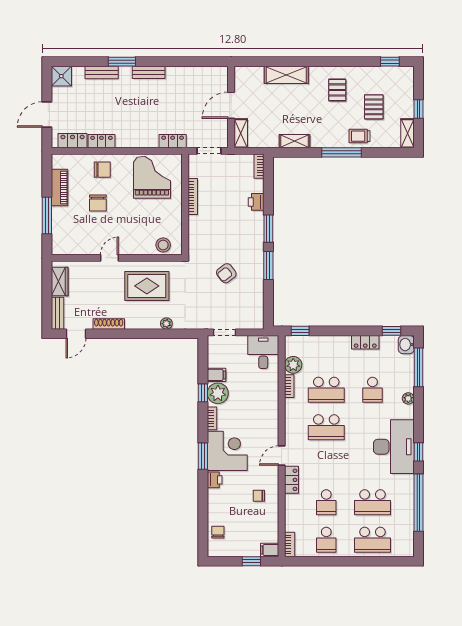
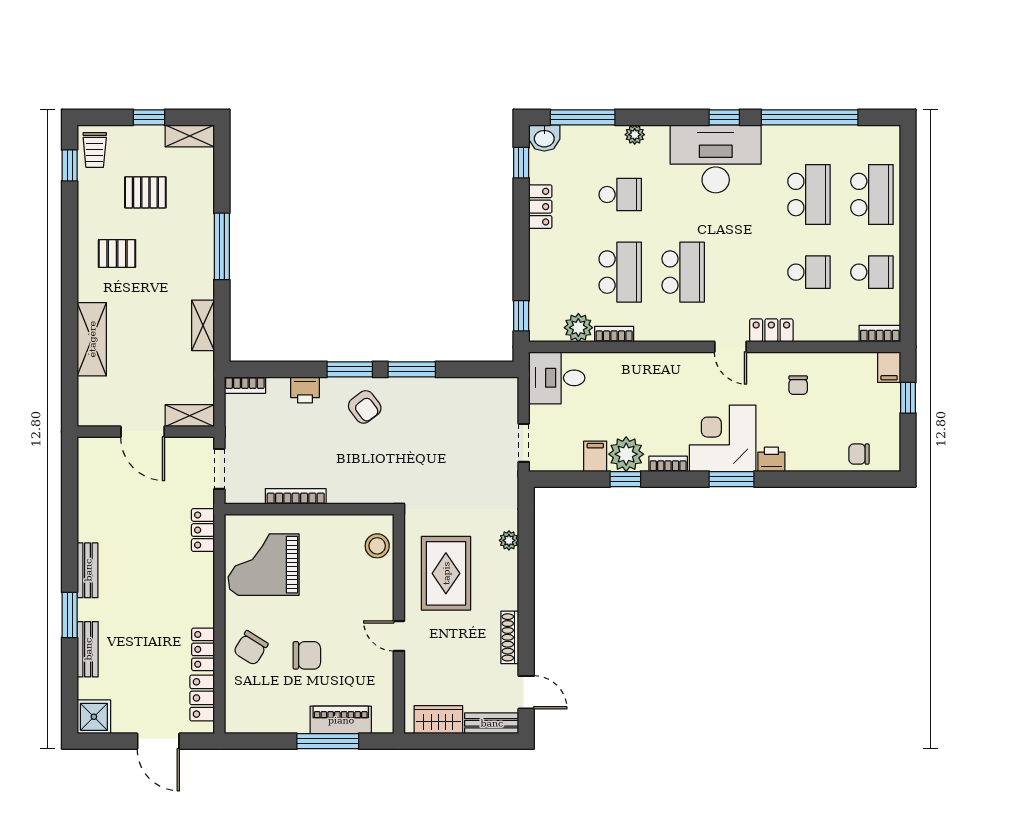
trolley: (360, 136) -> (95, 150), moved
chair: (102, 170) -> (251, 648), turned -148
piano: (59, 187) -> (341, 720), moved
armchair: (226, 273) -> (365, 407), moved

